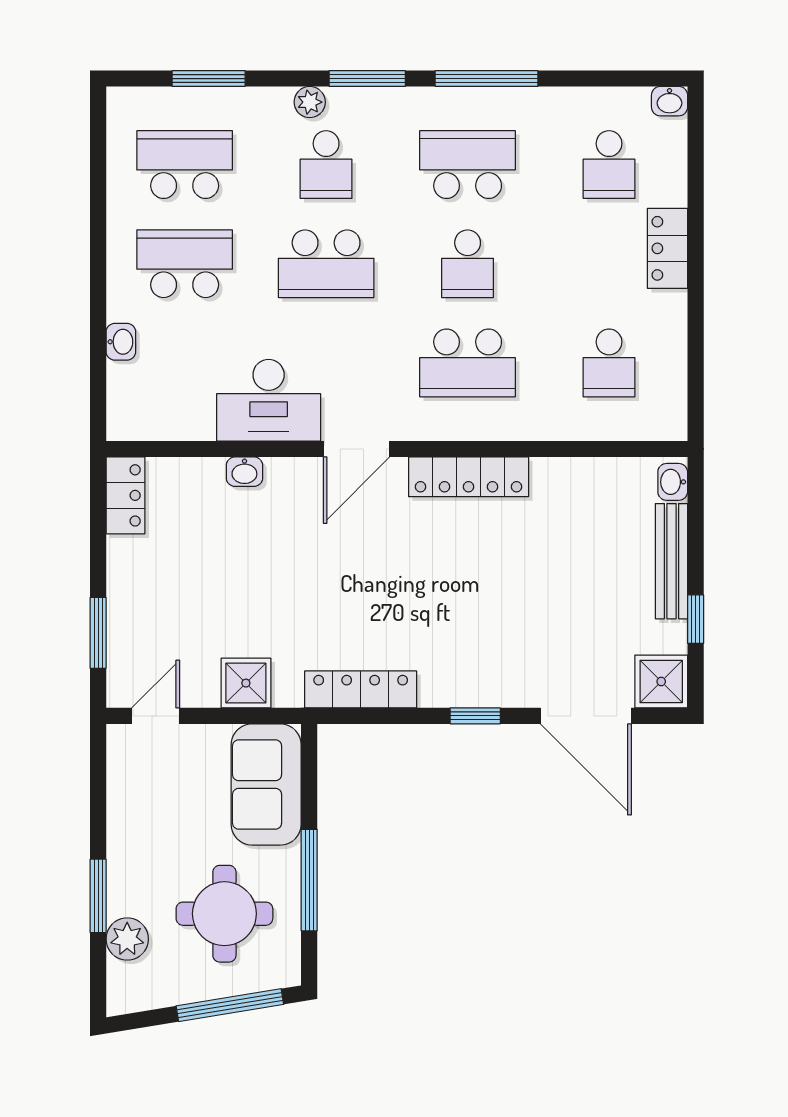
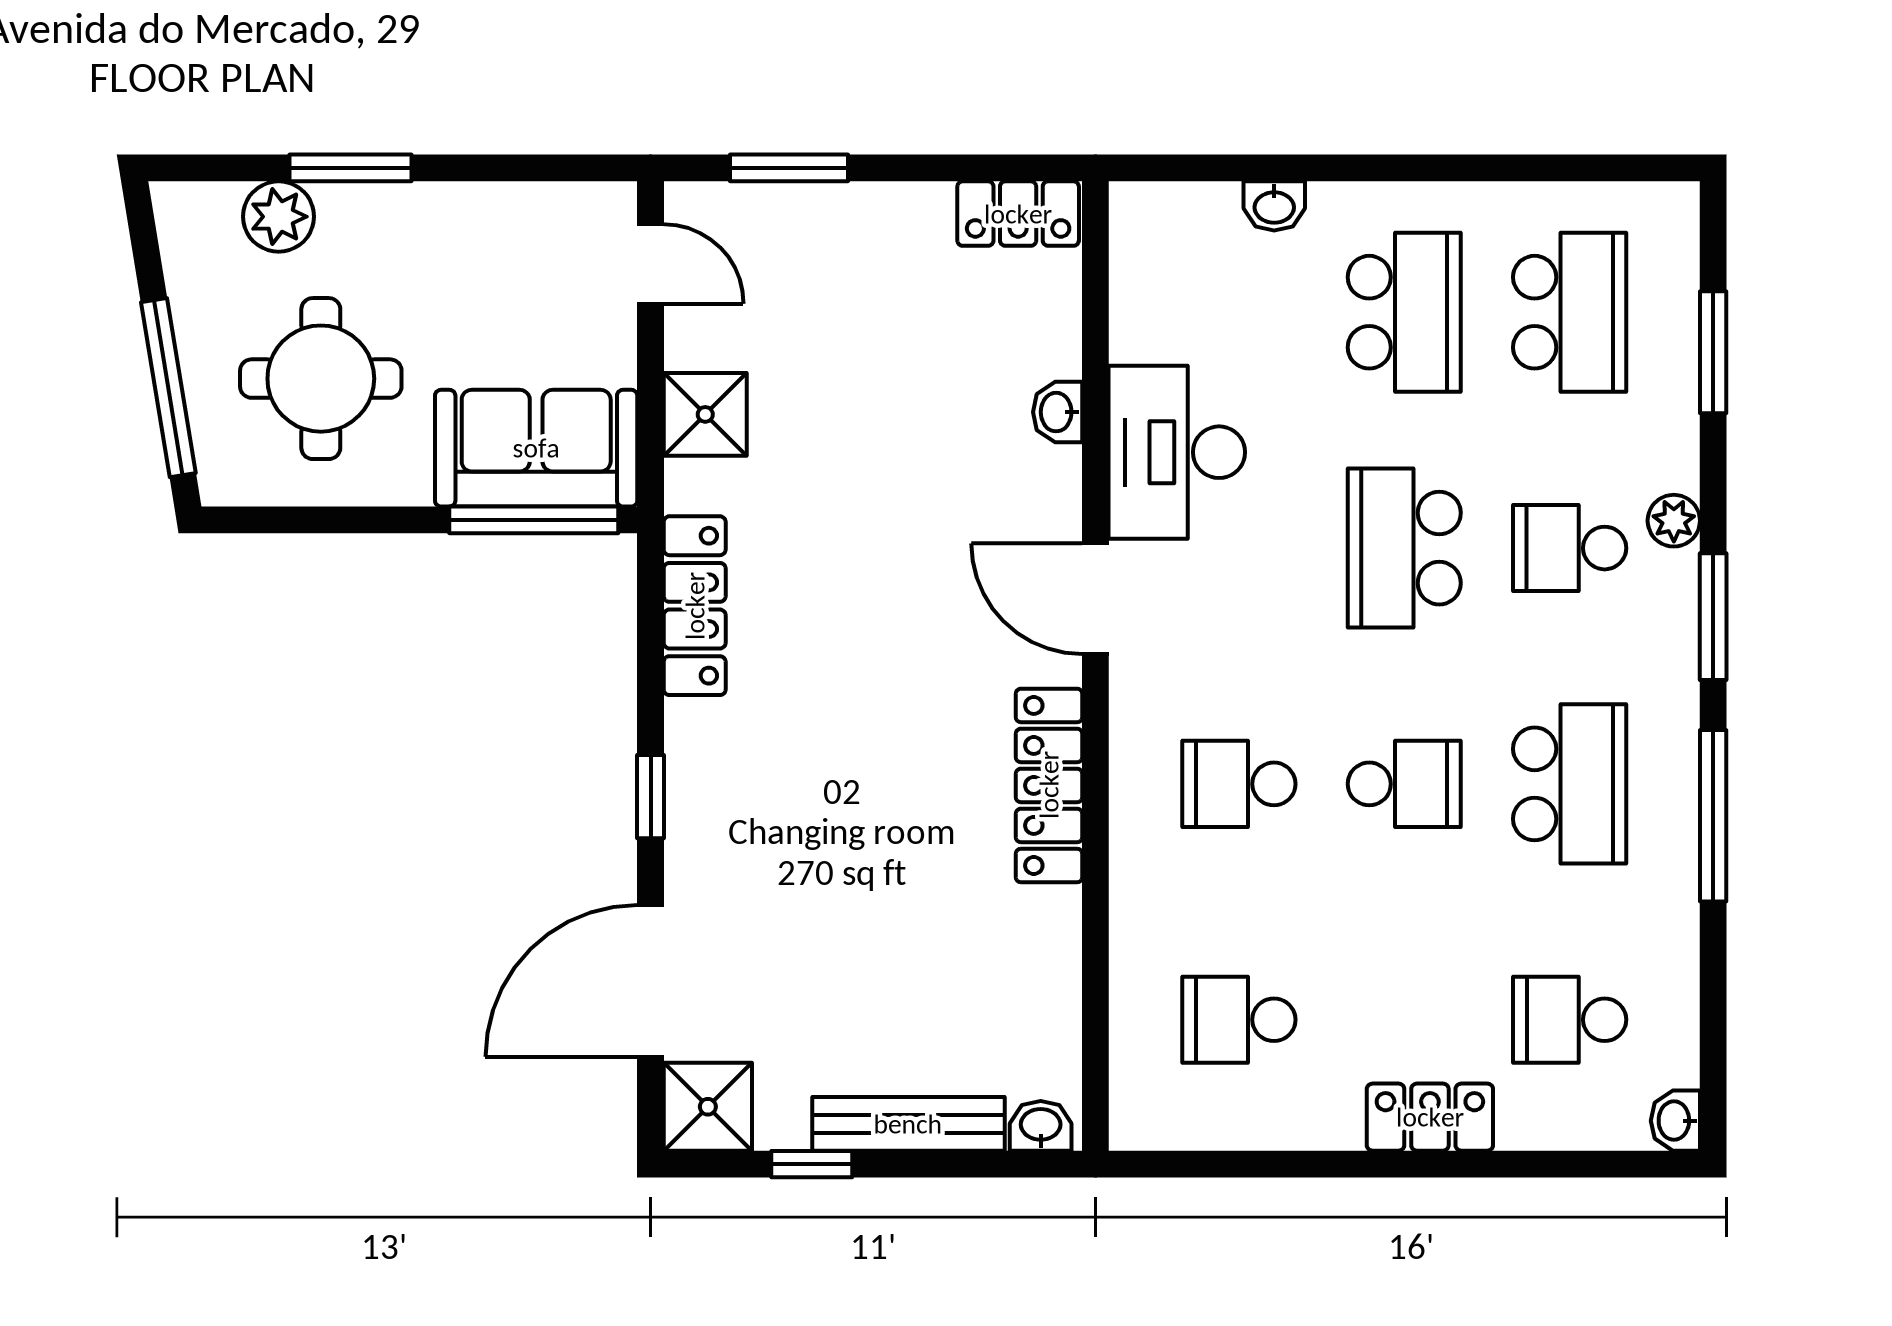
school desk: (468, 264) -> (1404, 784), turned 180
school desk: (468, 363) -> (1239, 784), width x0.54
window: (309, 880) -> (534, 520), moved

